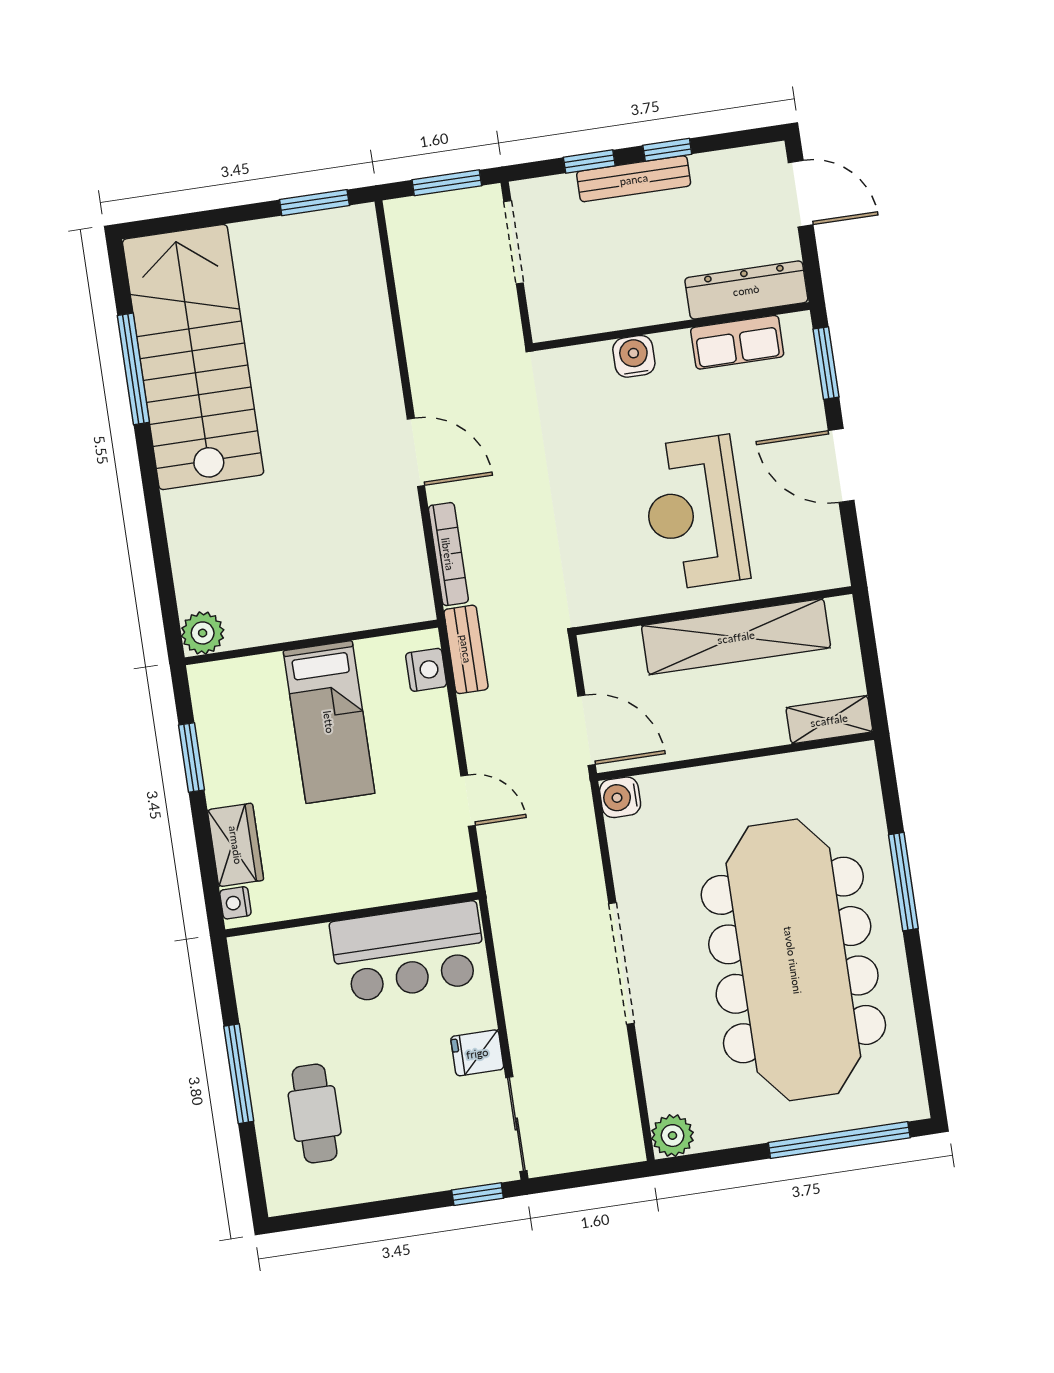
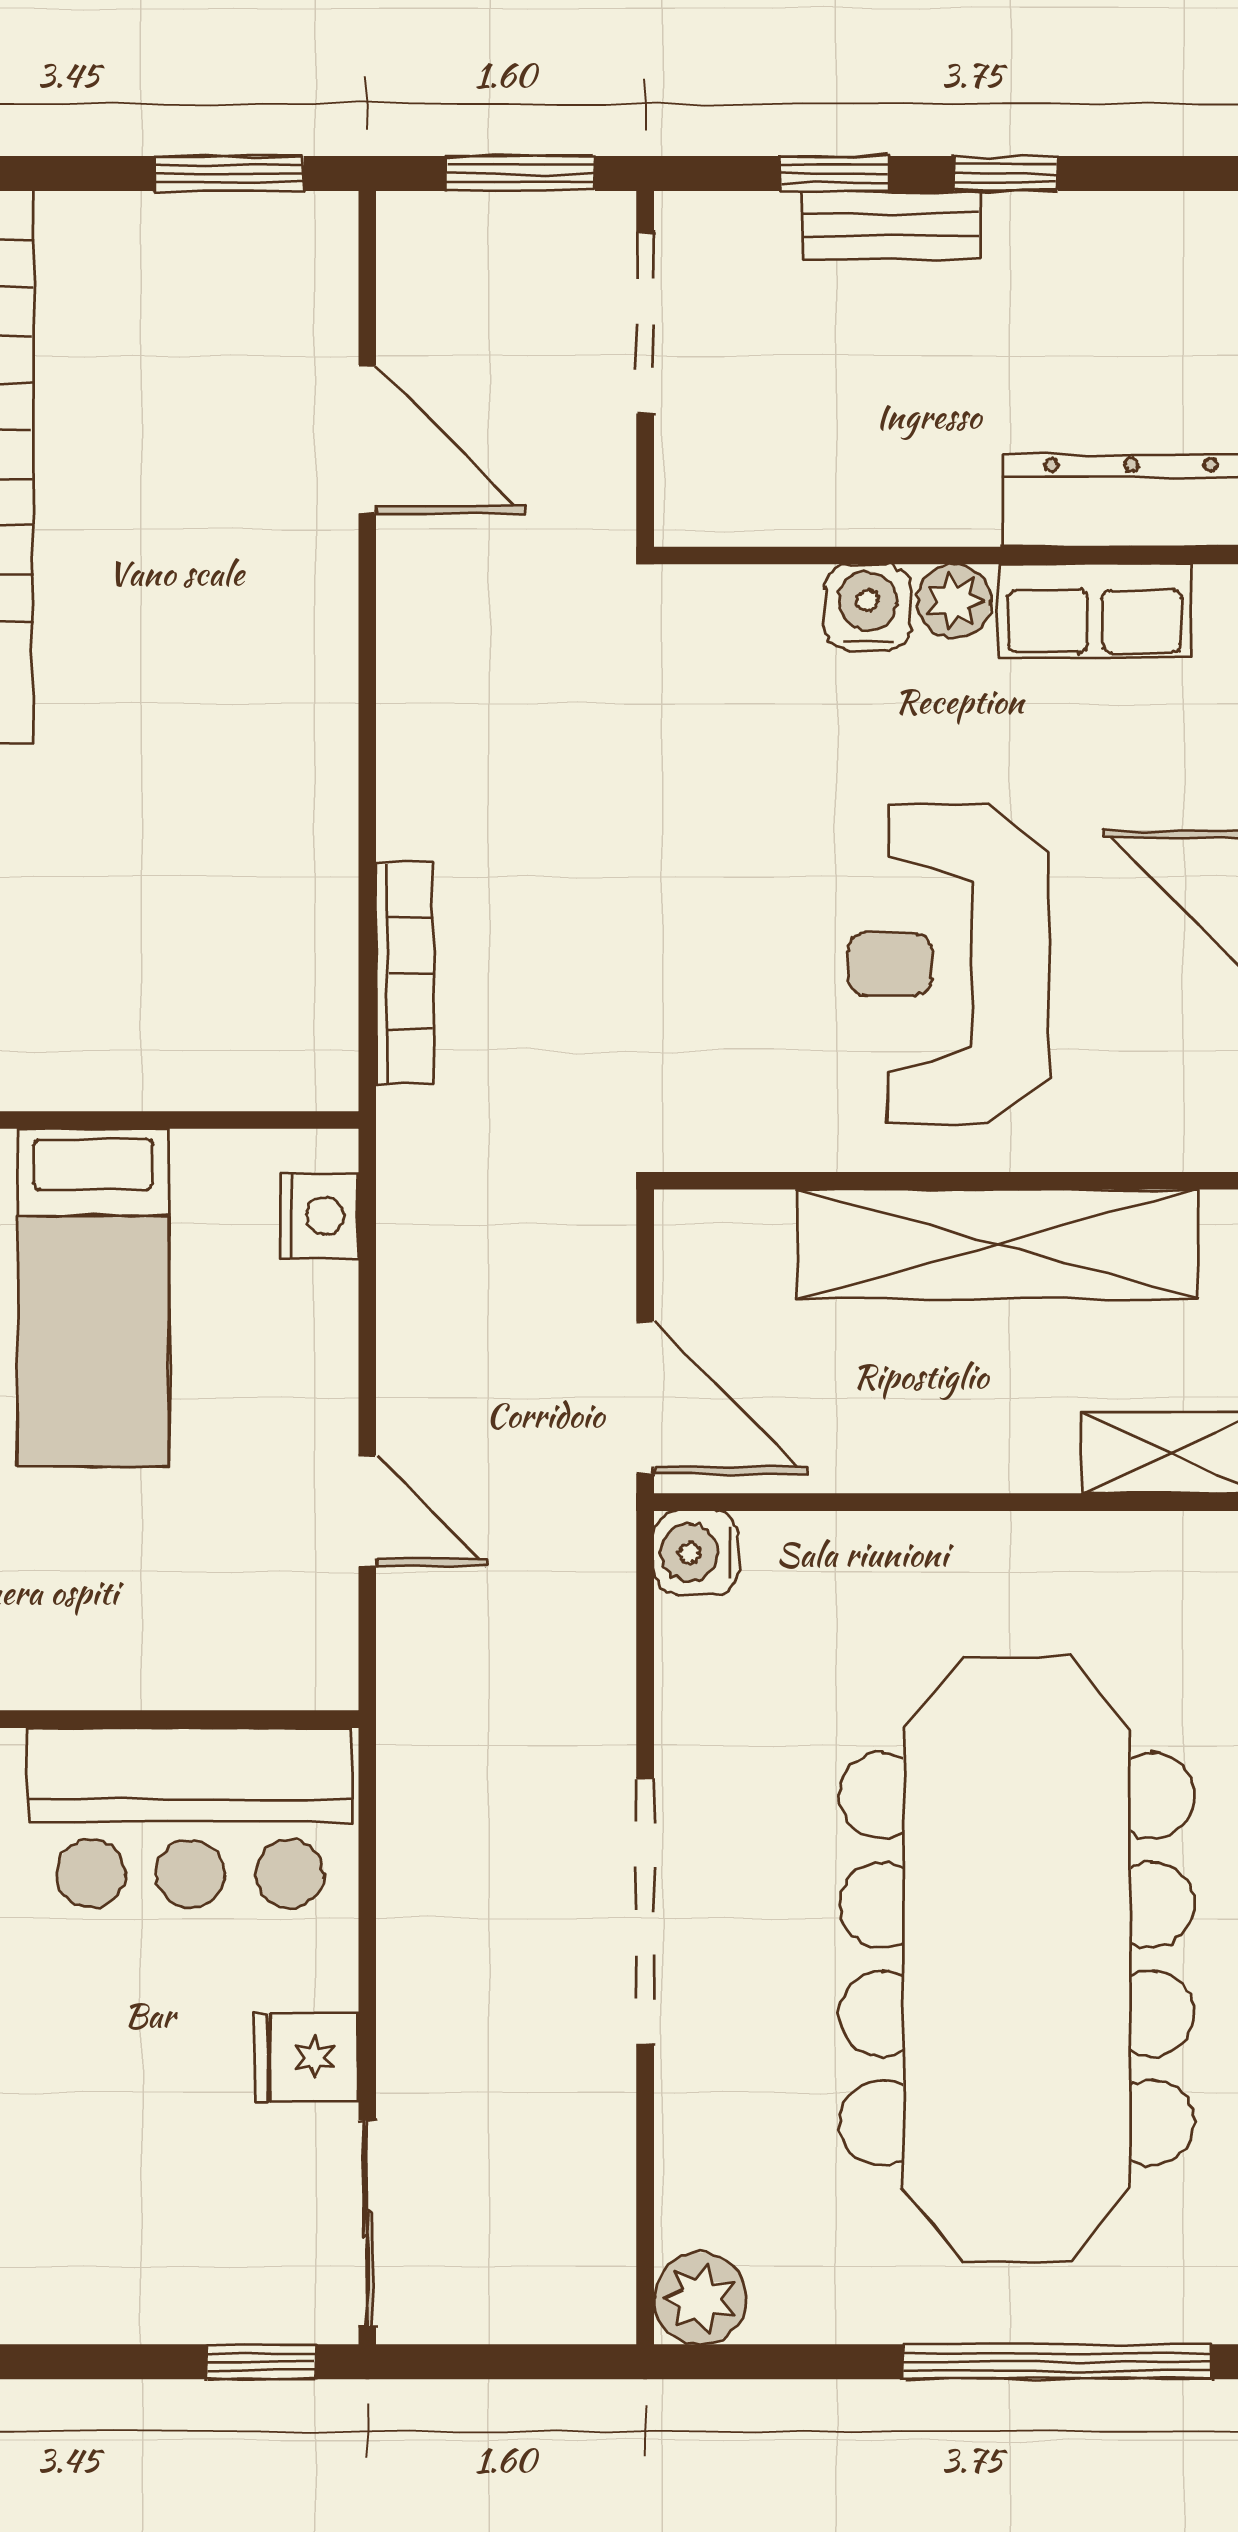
bench: (634, 179) -> (892, 225), width x0.73
plant: (673, 347) -> (955, 601), added
door: (416, 452) -> (367, 439), moved
bench: (466, 649) -> (412, 1185), removed

